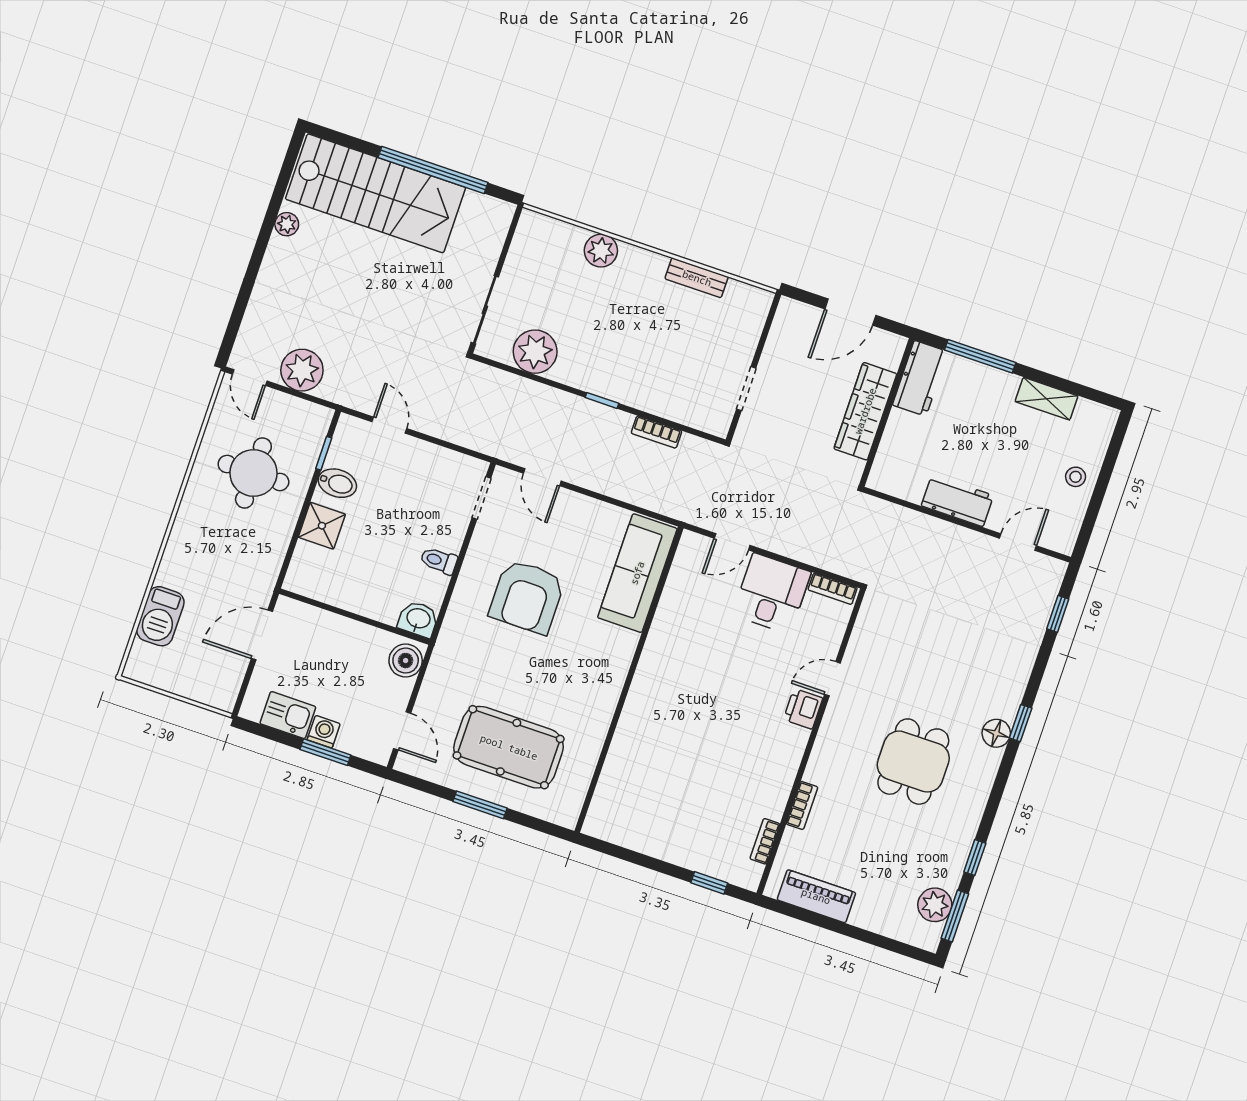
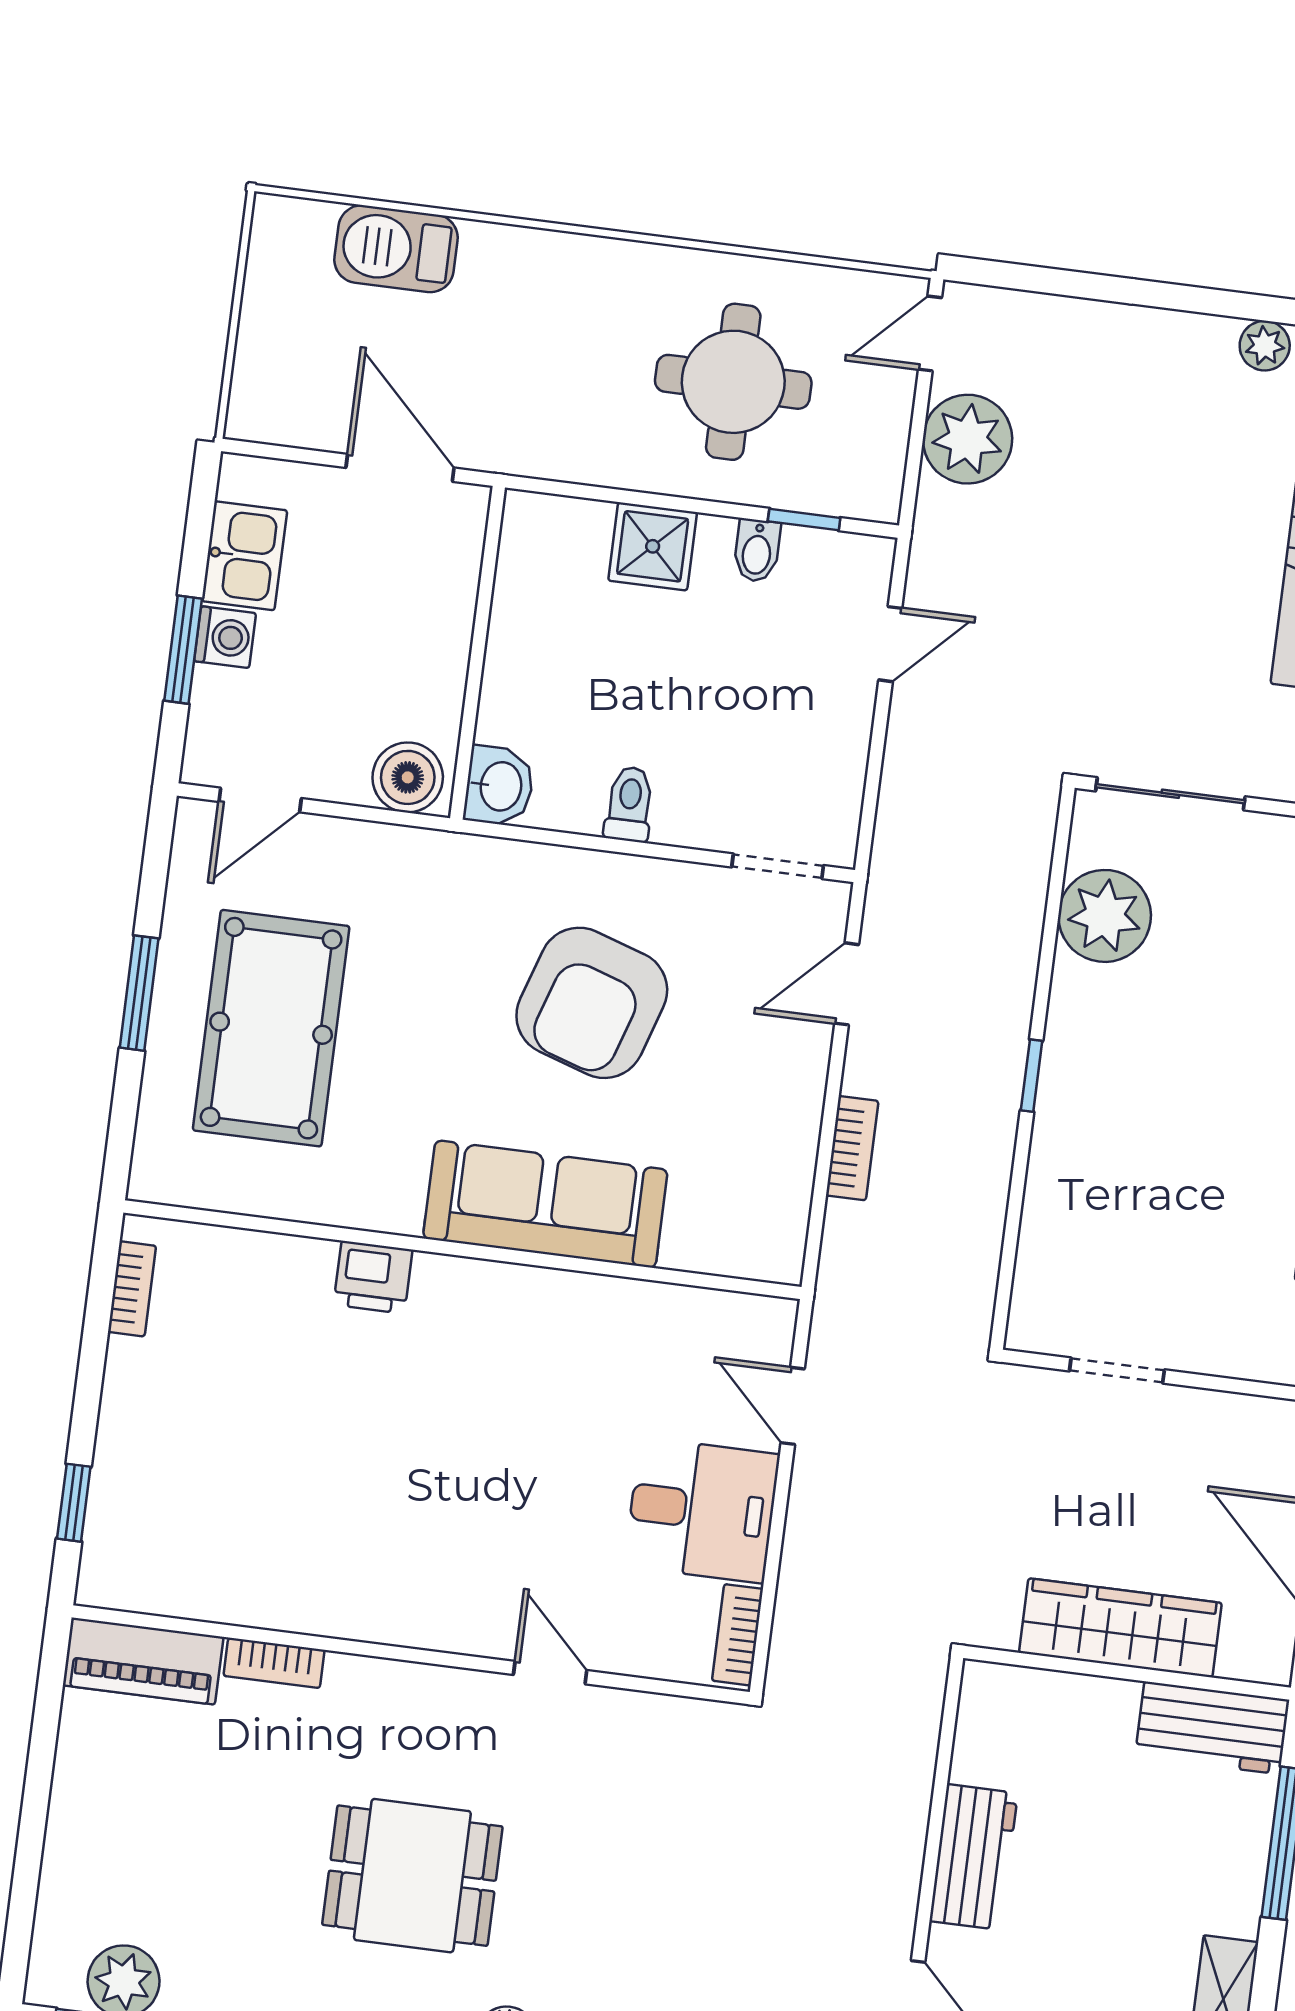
bookcase: (656, 432) -> (852, 1148), moved, turned 180
bidet: (337, 483) -> (757, 551), width x0.72, depth x0.74
sofa: (637, 573) -> (545, 1204), moved
armchair: (527, 597) -> (592, 1003), turned -72
printer: (803, 709) -> (373, 1277), moved, turned 180
bookcase: (765, 841) -> (132, 1289), moved, turned 90
piano: (816, 896) -> (143, 1661), moved, turned 90

